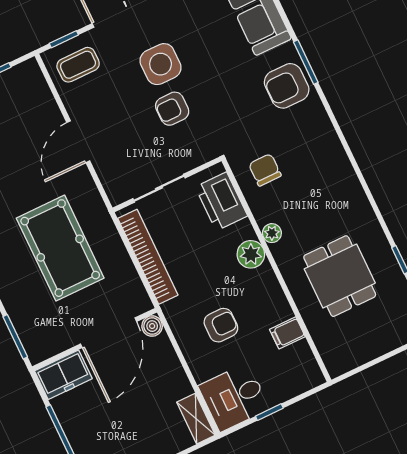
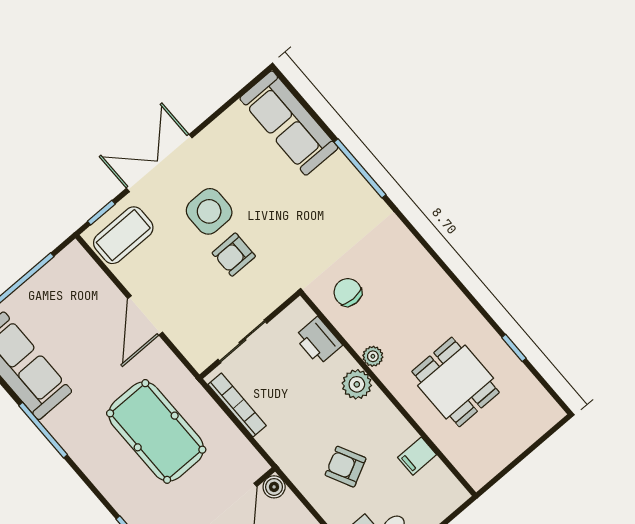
window: (306, 62) -> (360, 168), width x1.44
coffee table: (78, 65) -> (123, 235), width x1.36, depth x1.30
armchair: (287, 86) -> (347, 199), removed
printer: (221, 201) -> (318, 341), width x0.73, depth x0.84
bookcase: (148, 257) -> (237, 405), width x0.68, depth x0.76
armchair: (221, 325) -> (346, 467), turned -117

